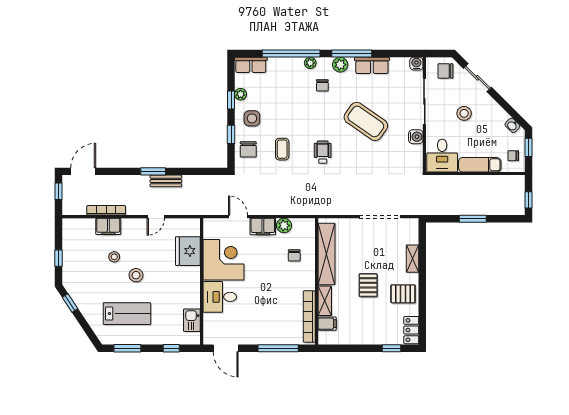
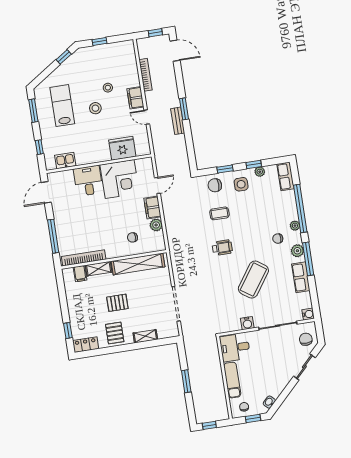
stool: (464, 113) -> (273, 360), removed
filing cabinet: (108, 226) -> (135, 98), moved
lab bench: (127, 314) -> (62, 106), turned 180

